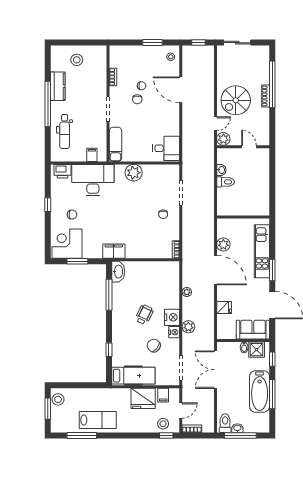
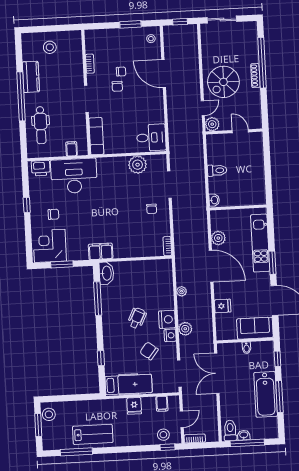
washbasin: (221, 170) -> (214, 200), moved
plant: (134, 173) -> (138, 165), moved
shower: (257, 350) -> (260, 350), removed
fridge: (143, 398) -> (134, 406), width x0.53, depth x0.75

